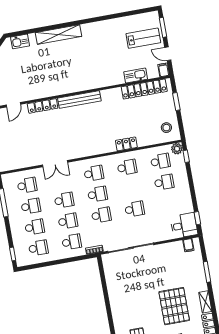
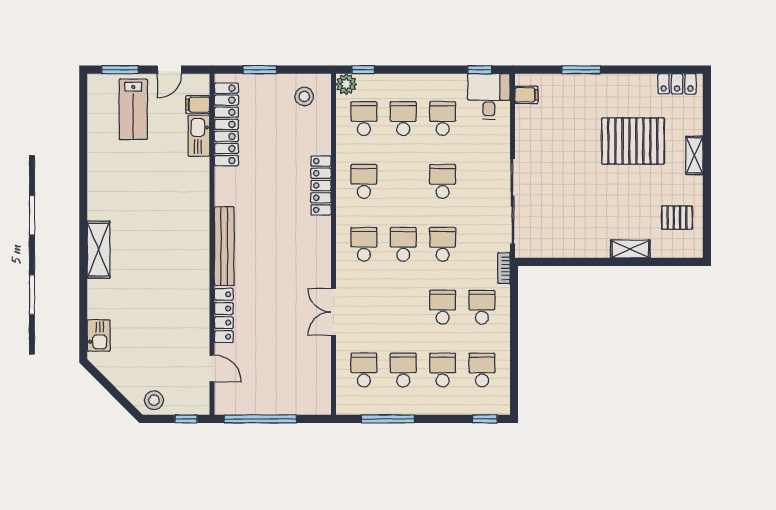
shelving: (59, 34) -> (99, 250), width x0.68
lab bench: (143, 38) -> (133, 109), turned 180
filing cabinet: (164, 70) -> (198, 105), moved
locker: (126, 144) -> (321, 185), width x1.53
double door: (55, 164) -> (333, 312), swing flipped
school desk: (64, 200) -> (443, 119), moved
shelving: (205, 302) -> (630, 249), moved

